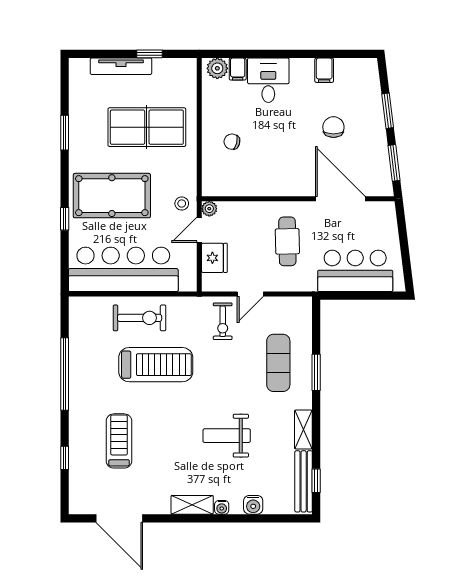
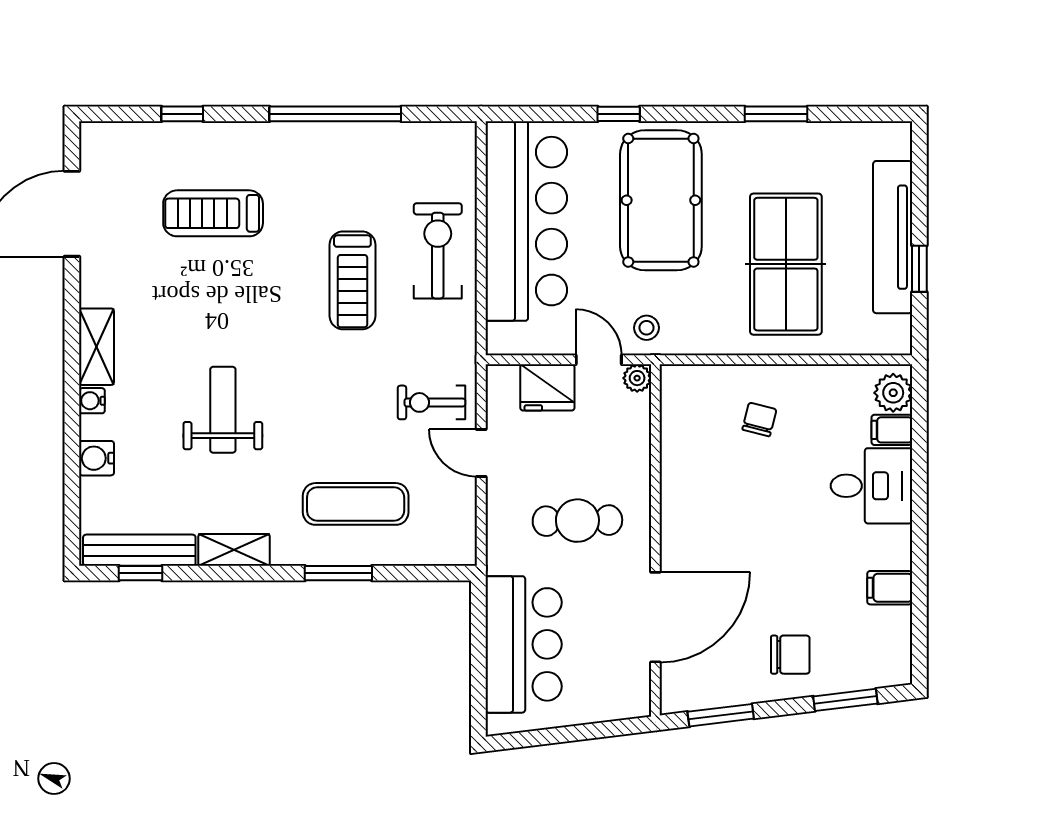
tv unit: (121, 66) -> (893, 237), width x1.36, depth x1.29
window: (388, 111) -> (845, 700), moved
chair: (333, 127) -> (790, 655), moved
exercise bike: (140, 318) -> (438, 251), turned 180
treadmill: (156, 365) -> (352, 280), width x0.73, depth x0.73
treadmill: (119, 441) -> (213, 213), turned 180

